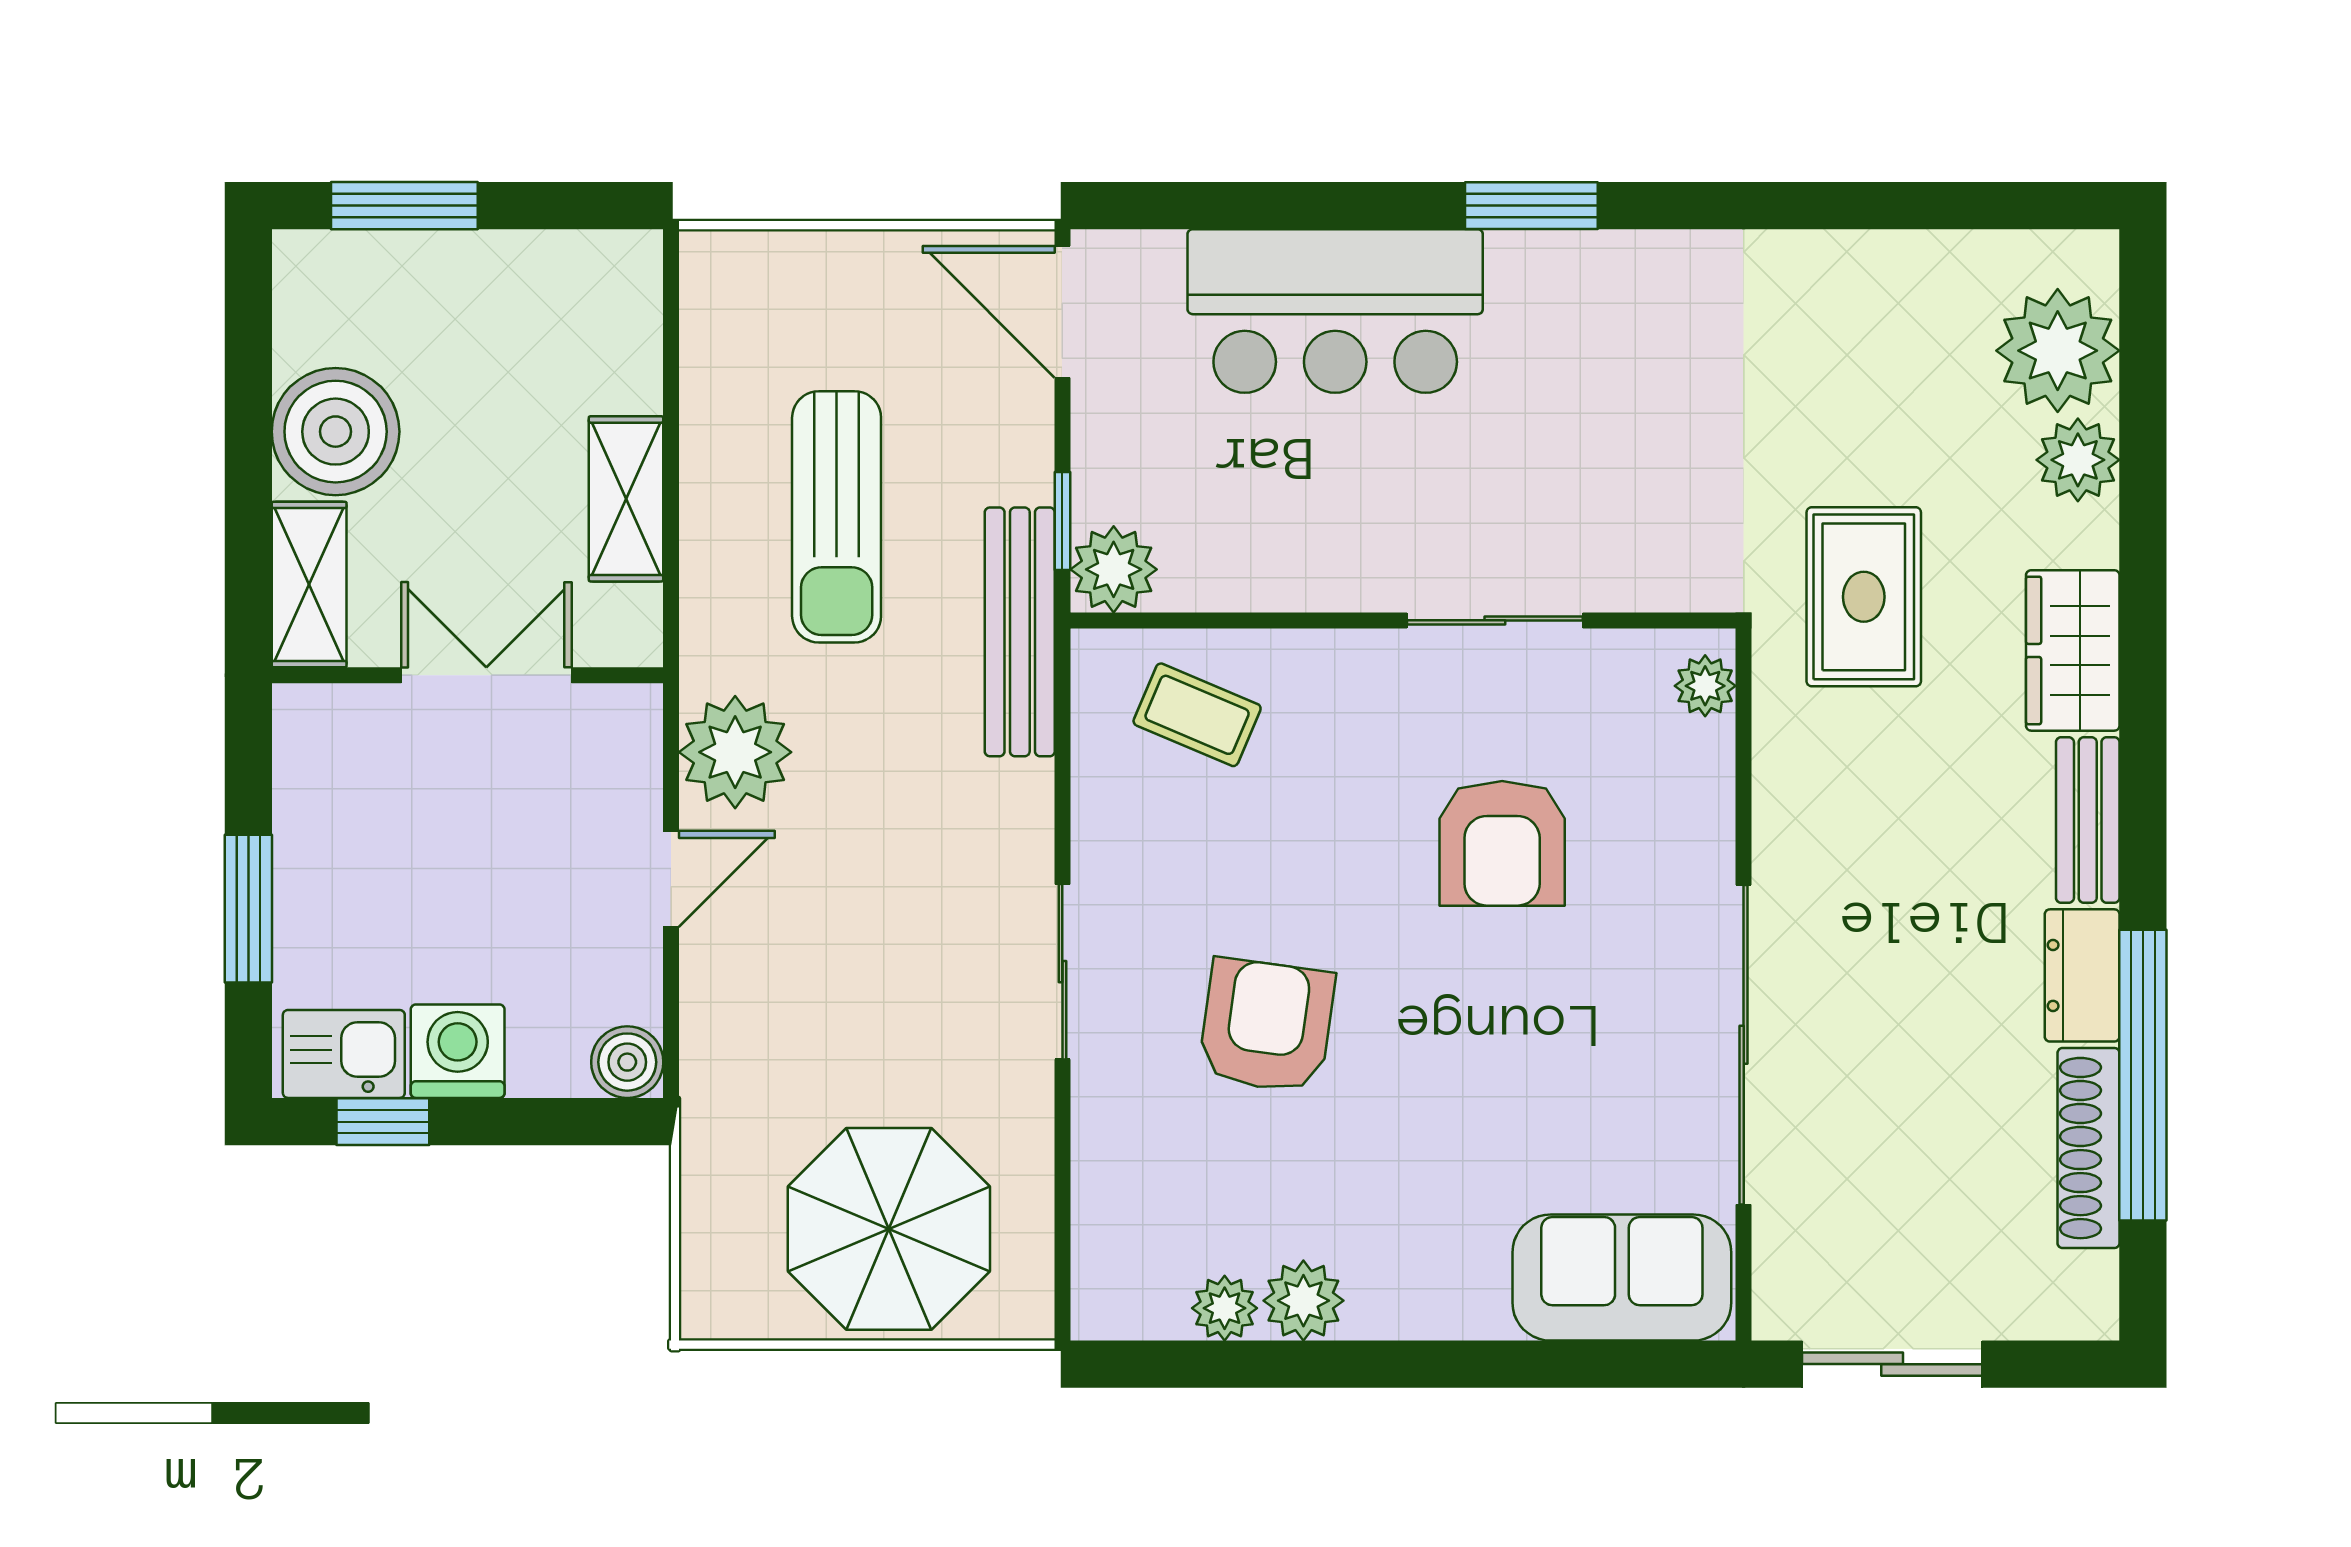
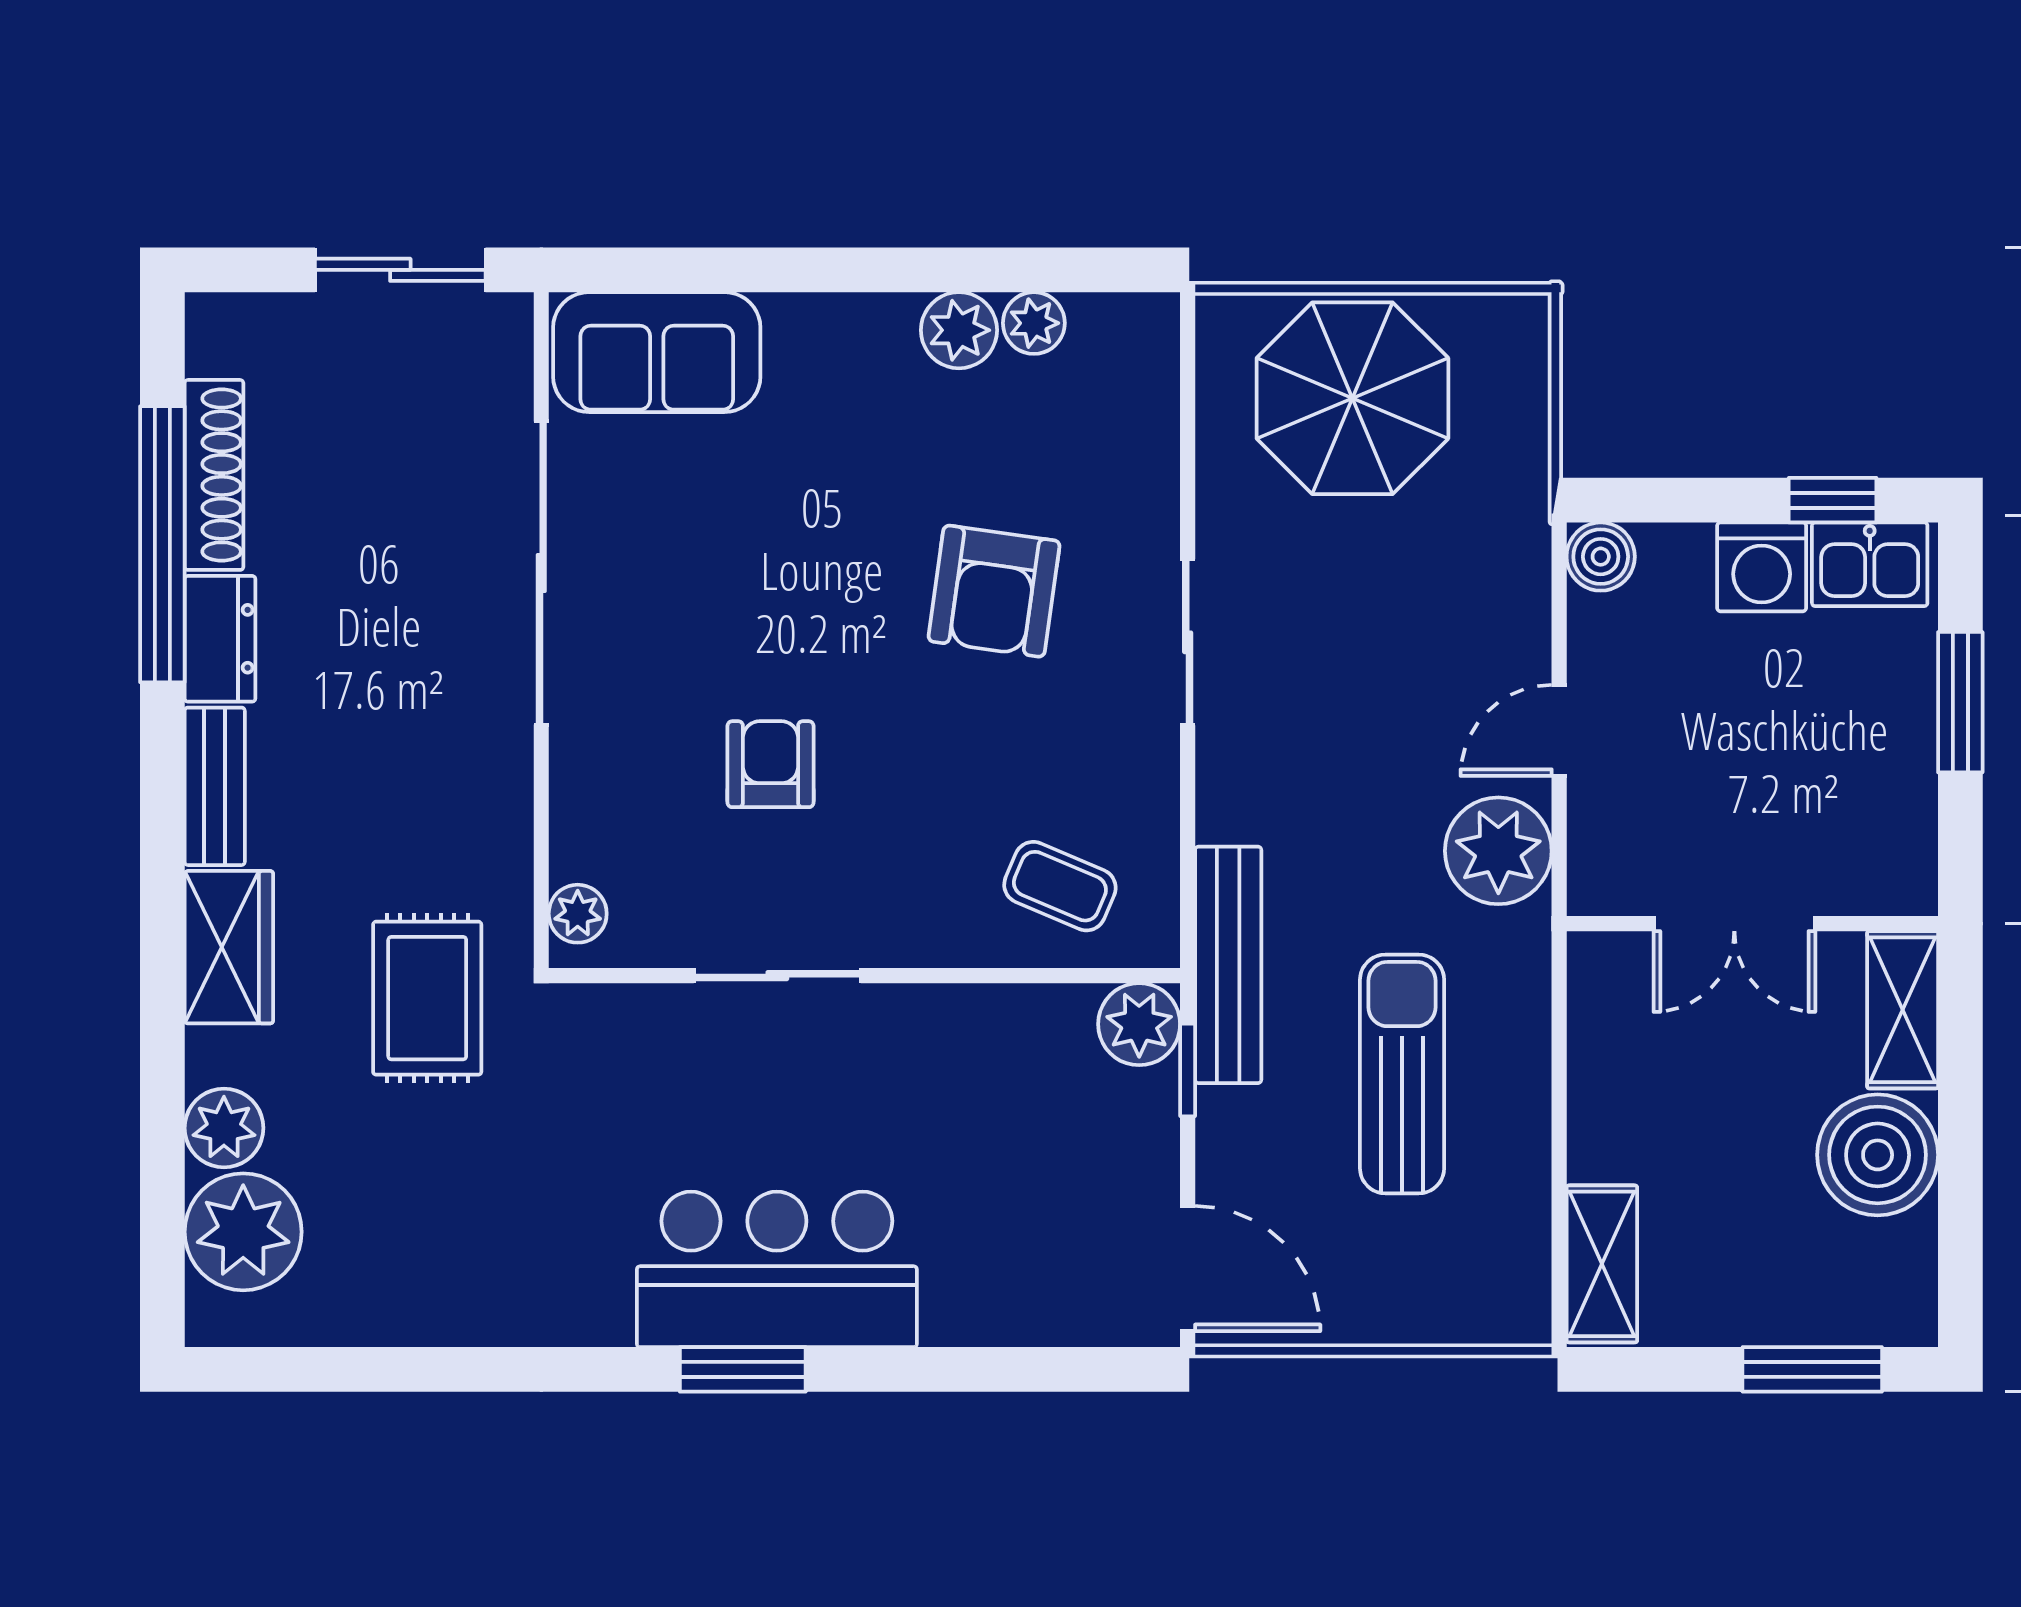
bar counter: (1335, 311) -> (777, 1269), moved
shelving: (626, 499) -> (1602, 1264), moved
armchair: (1502, 843) -> (770, 764), width x0.72, depth x0.72

